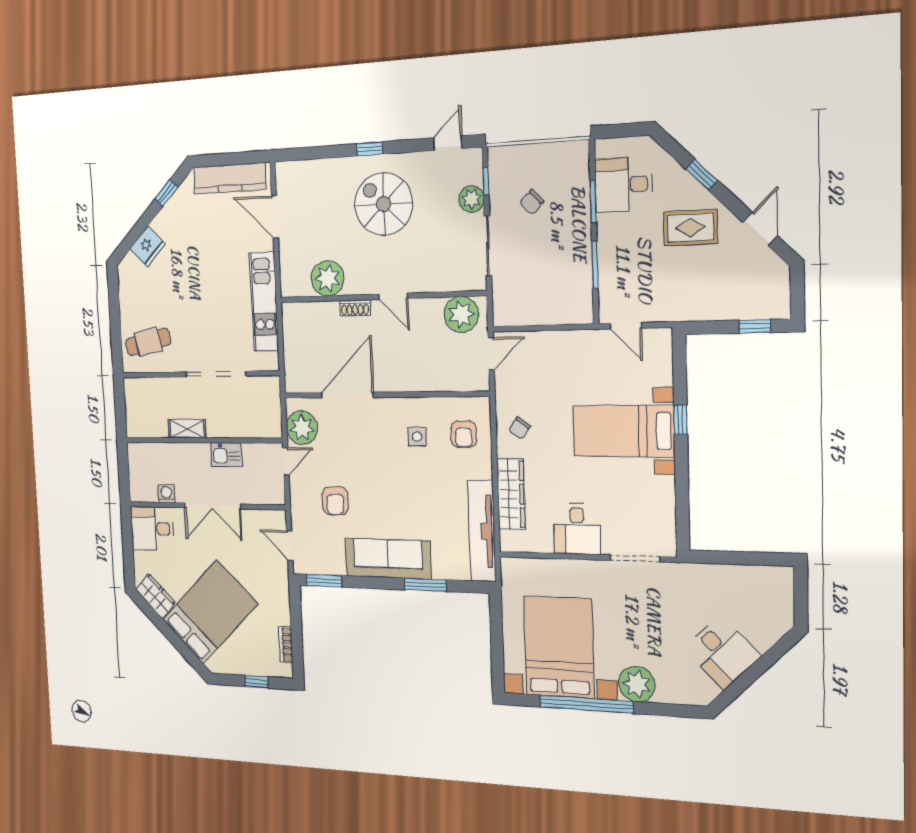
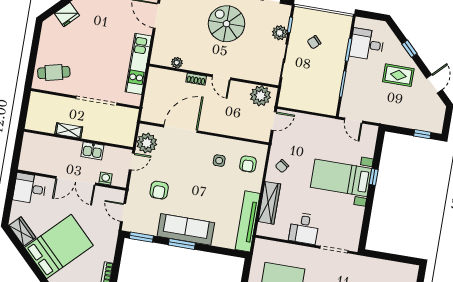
plant: (328, 278) -> (177, 63), width x0.53, depth x0.53
washing machine: (166, 494) -> (106, 179), moved
window: (425, 585) -> (182, 244), moved

